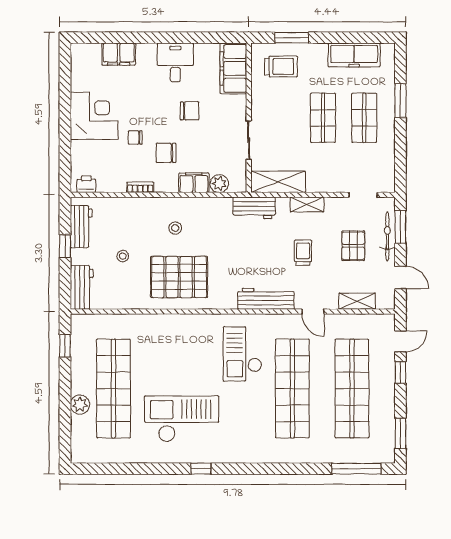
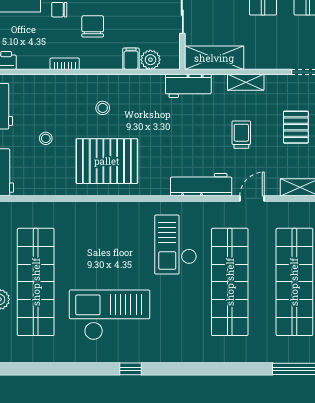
chair: (166, 153) -> (93, 26), turned 90
filing cabinet: (194, 183) -> (131, 59), width x0.50
door: (313, 312) -> (252, 198), swing flipped

